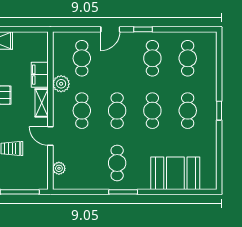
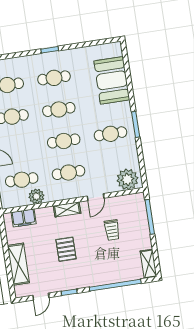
filing cabinet: (40, 75) -> (24, 218), moved
plant: (61, 84) -> (36, 196), moved
plant: (59, 168) -> (127, 179), width x1.88, depth x1.88

